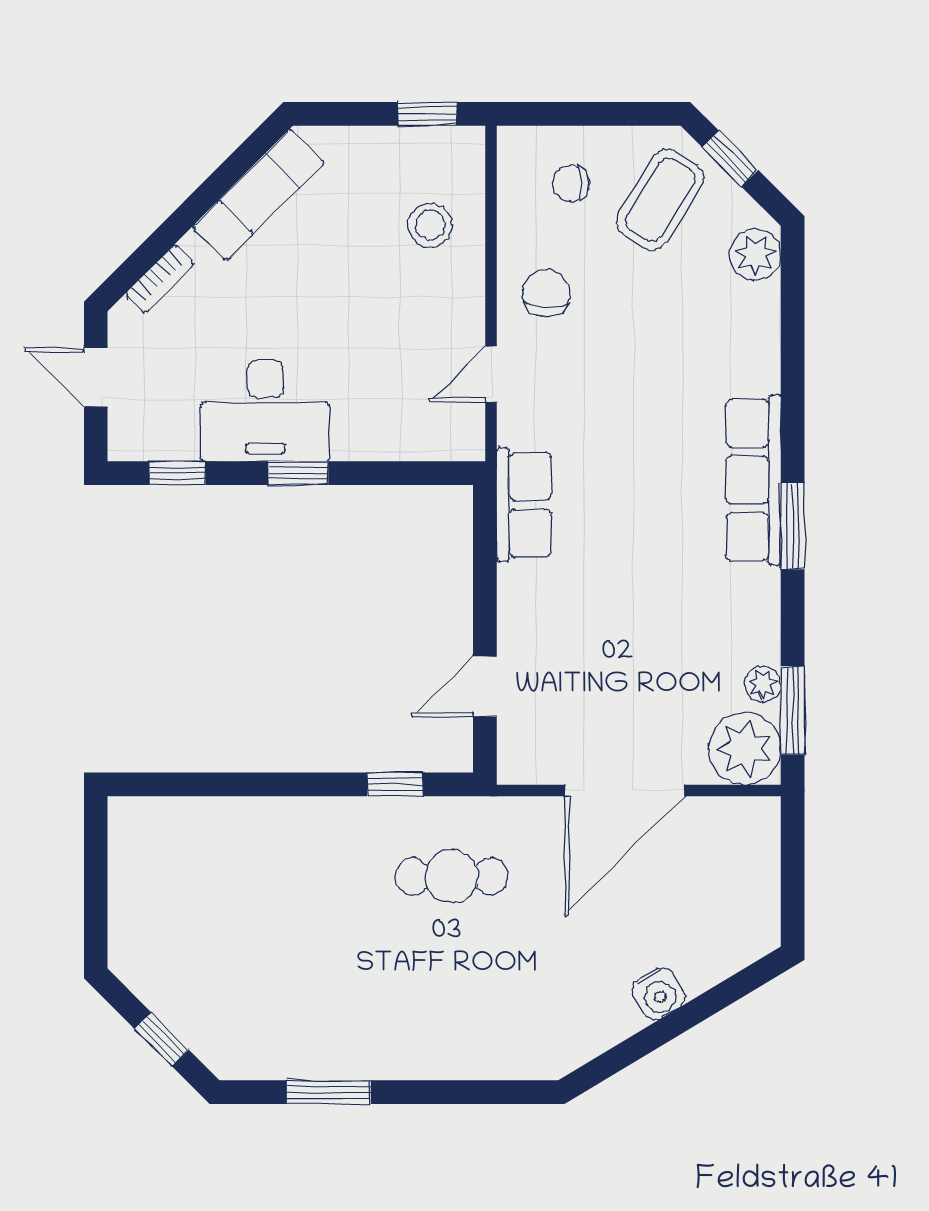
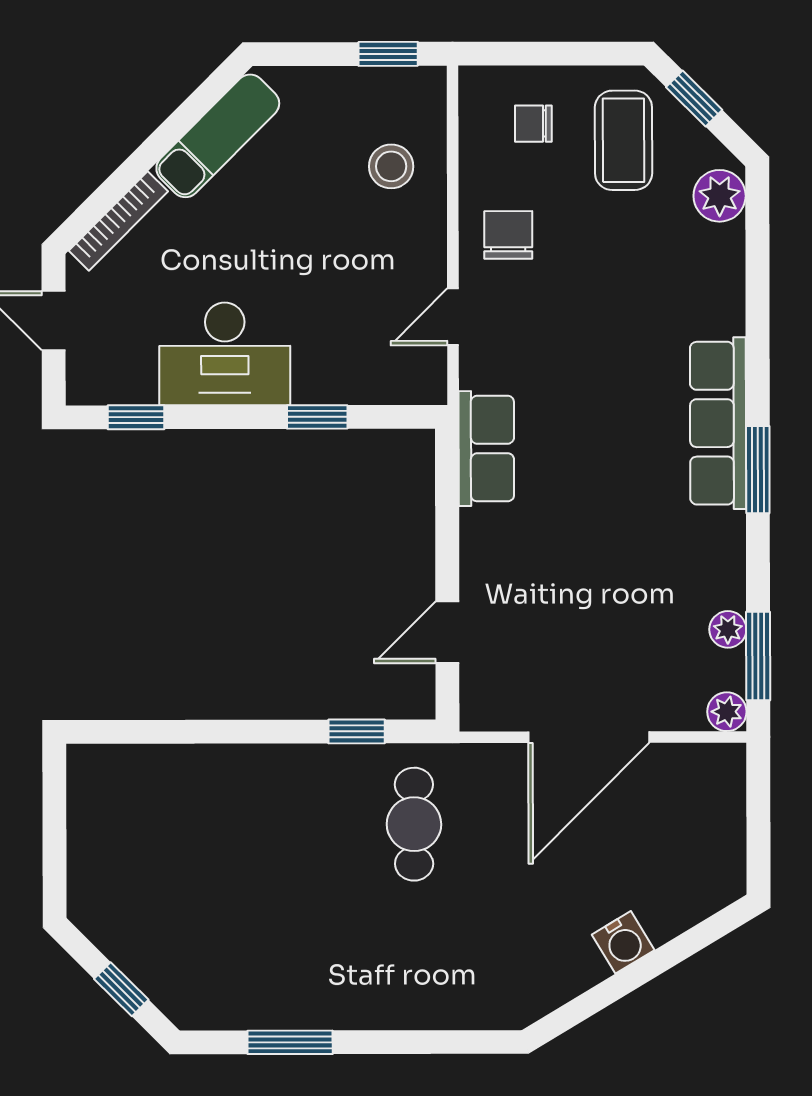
coffee table: (660, 200) -> (624, 140), turned -32
bookcase: (160, 279) -> (118, 221), width x1.56
window: (298, 473) -> (317, 417), moved
plant: (745, 749) -> (727, 712), width x0.53, depth x0.53
cafe table: (452, 876) -> (414, 824), turned 90

